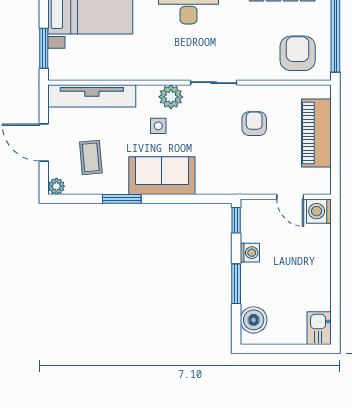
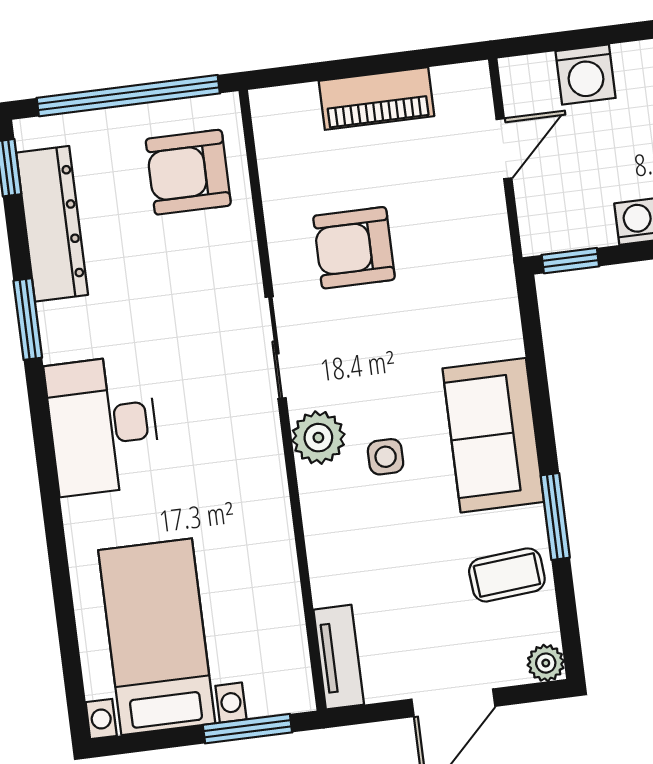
tv unit: (92, 96) -> (339, 657), width x0.52, depth x0.78
armchair: (254, 124) -> (354, 248), width x1.38, depth x1.38
piano: (316, 133) -> (376, 99), width x0.73, depth x0.75
coffee table: (91, 157) -> (507, 575), moved
washing machine: (319, 211) -> (585, 74), moved

